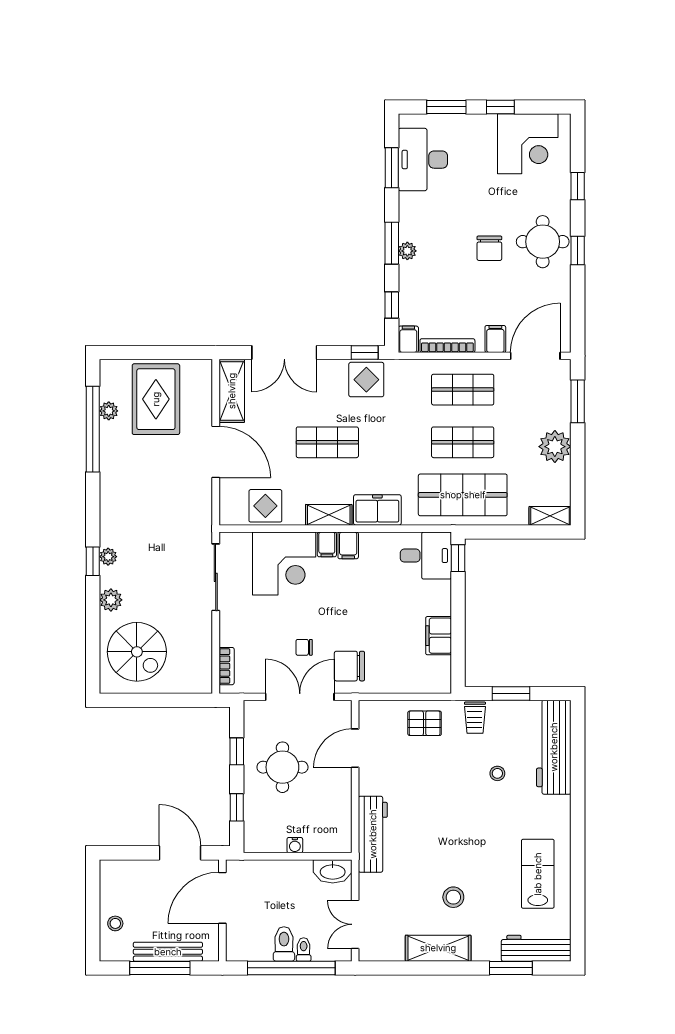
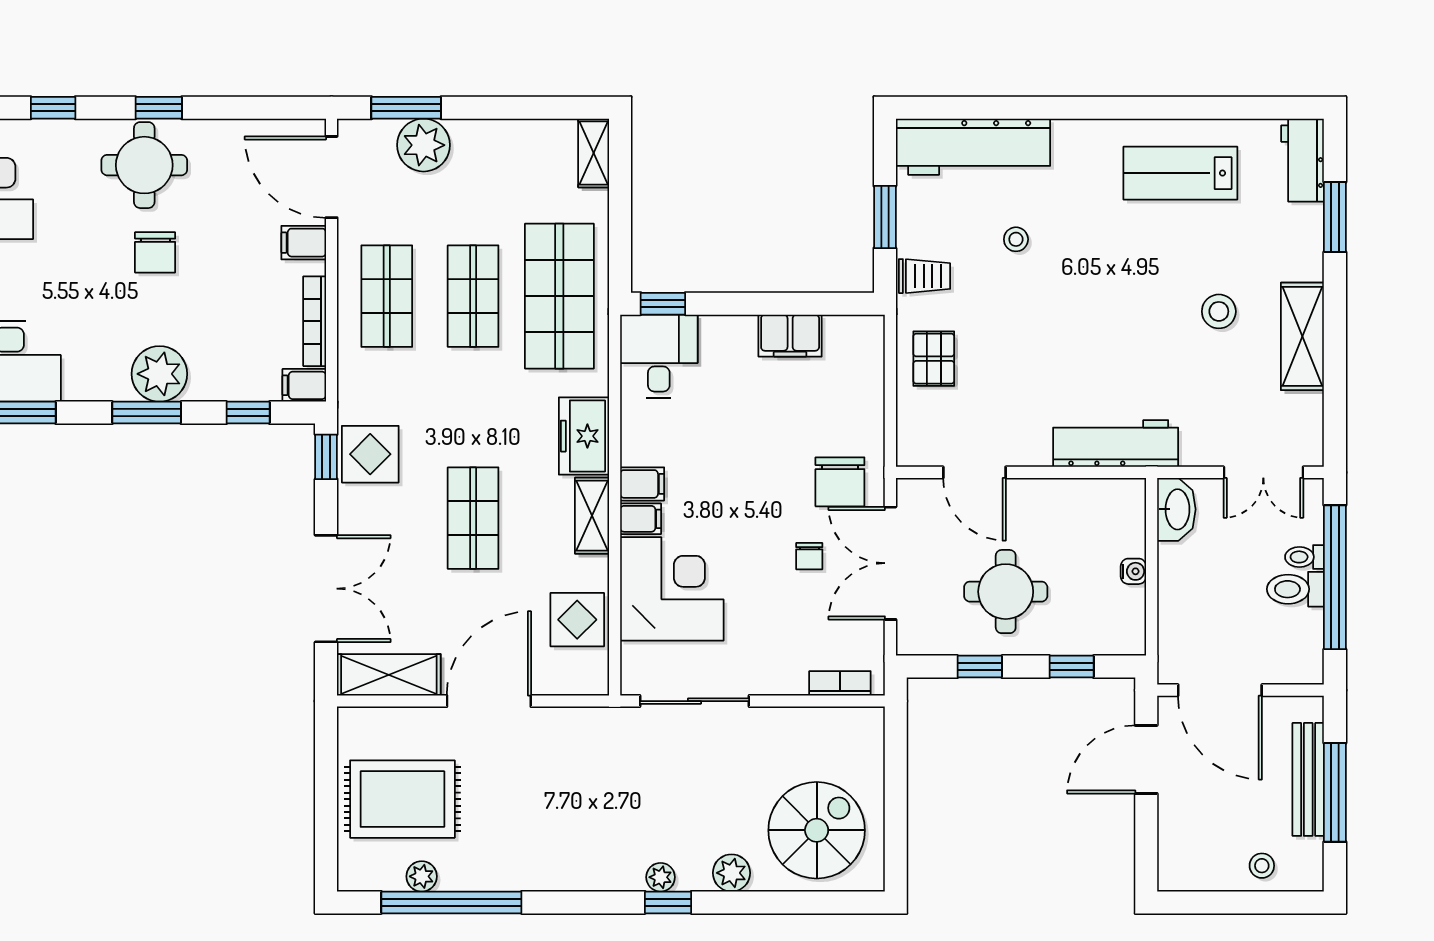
chair: (489, 248) -> (155, 252), turned 90
plant: (407, 251) -> (159, 374), width x1.87, depth x1.87
plant: (555, 447) -> (424, 145), moved
workbench: (536, 948) -> (1303, 160), width x0.73

